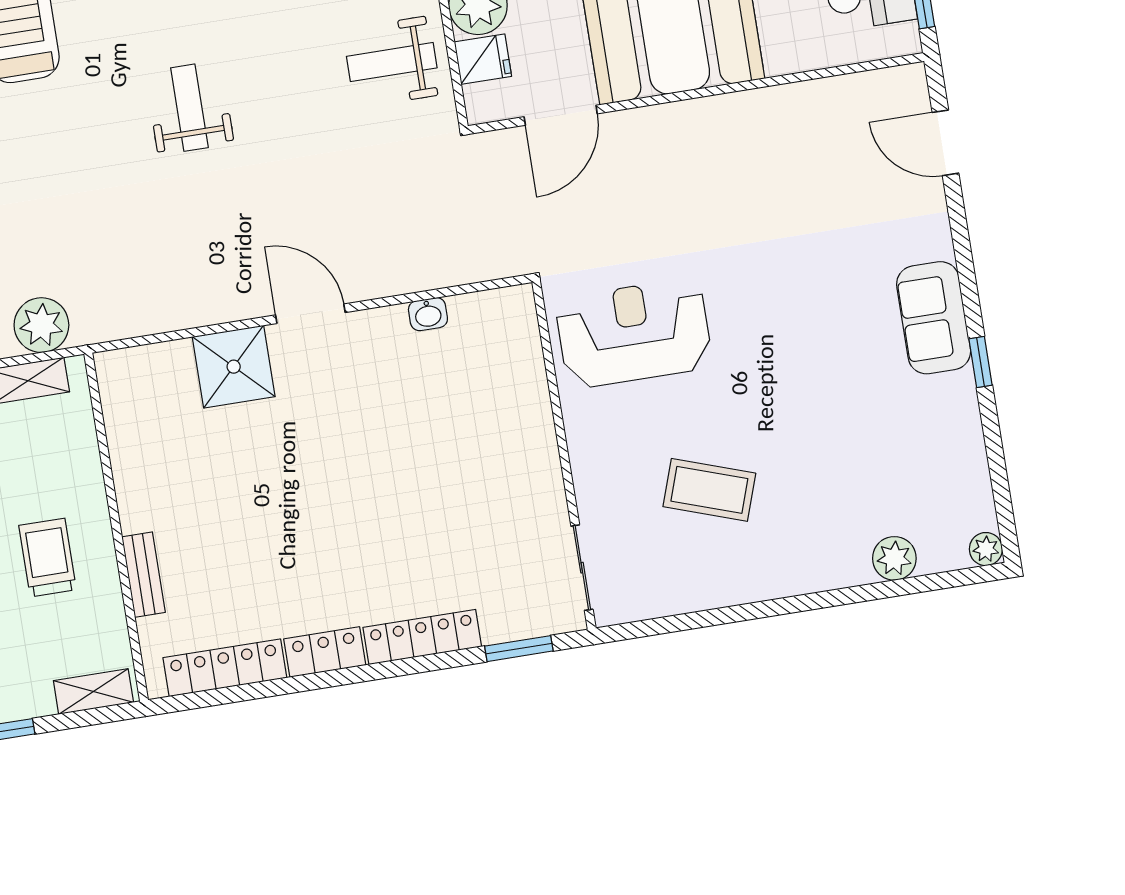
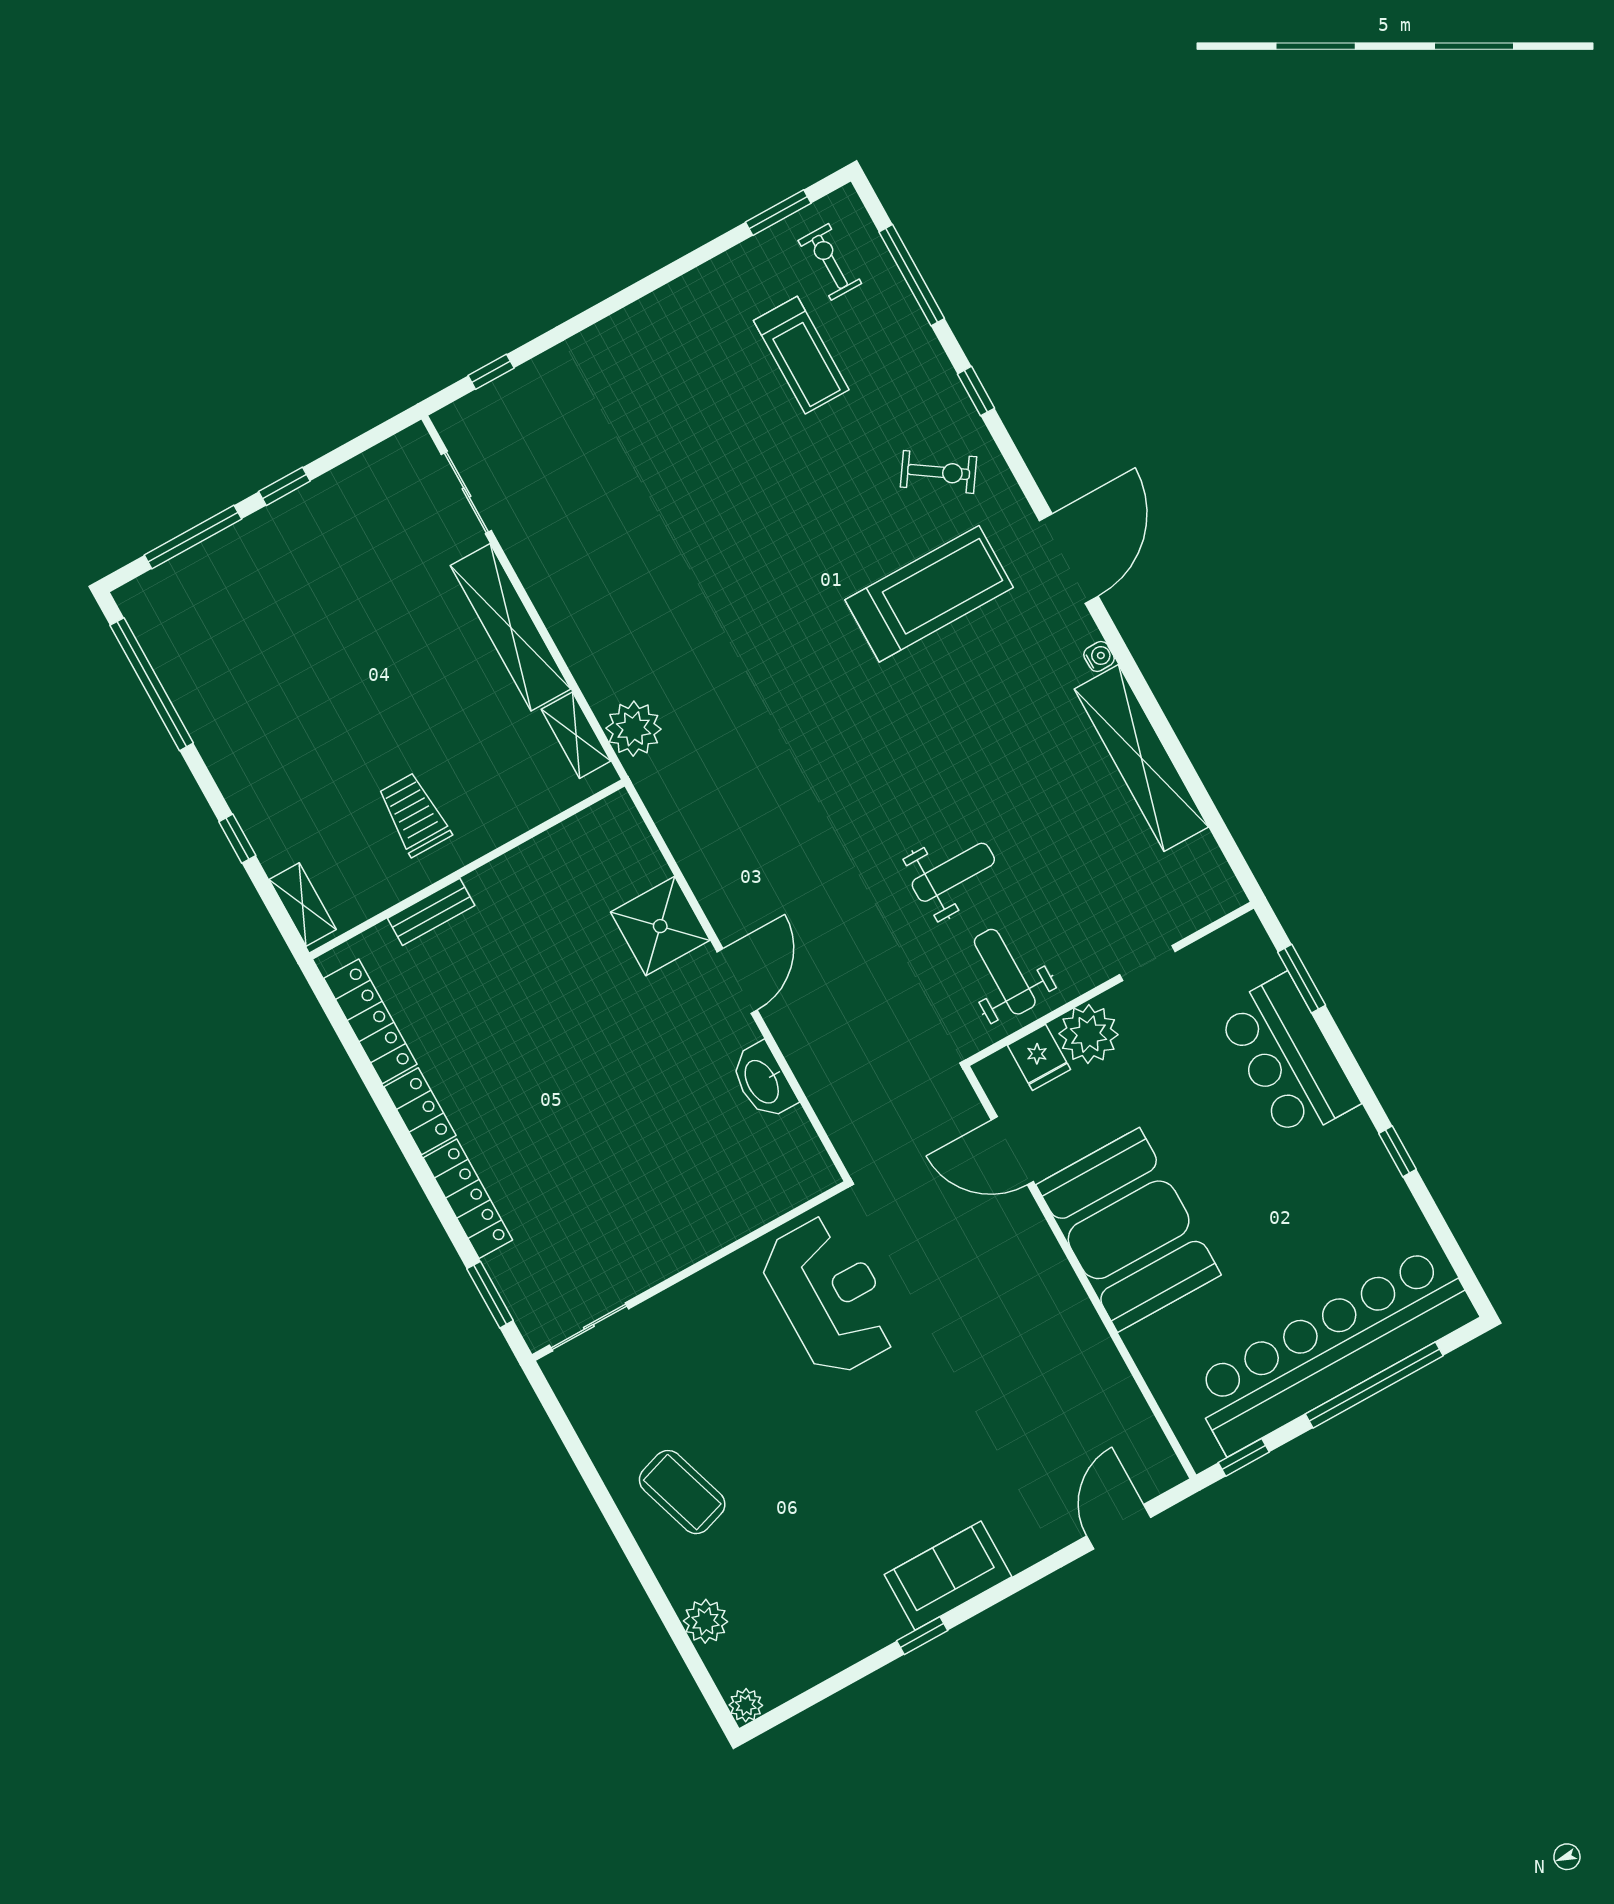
weight bench: (189, 108) -> (953, 872), moved
washbasin: (428, 314) -> (763, 1081), width x1.91, depth x1.45
coffee table: (709, 490) -> (682, 1492), moved, turned -37
trolley: (48, 558) -> (414, 815), turned -90

